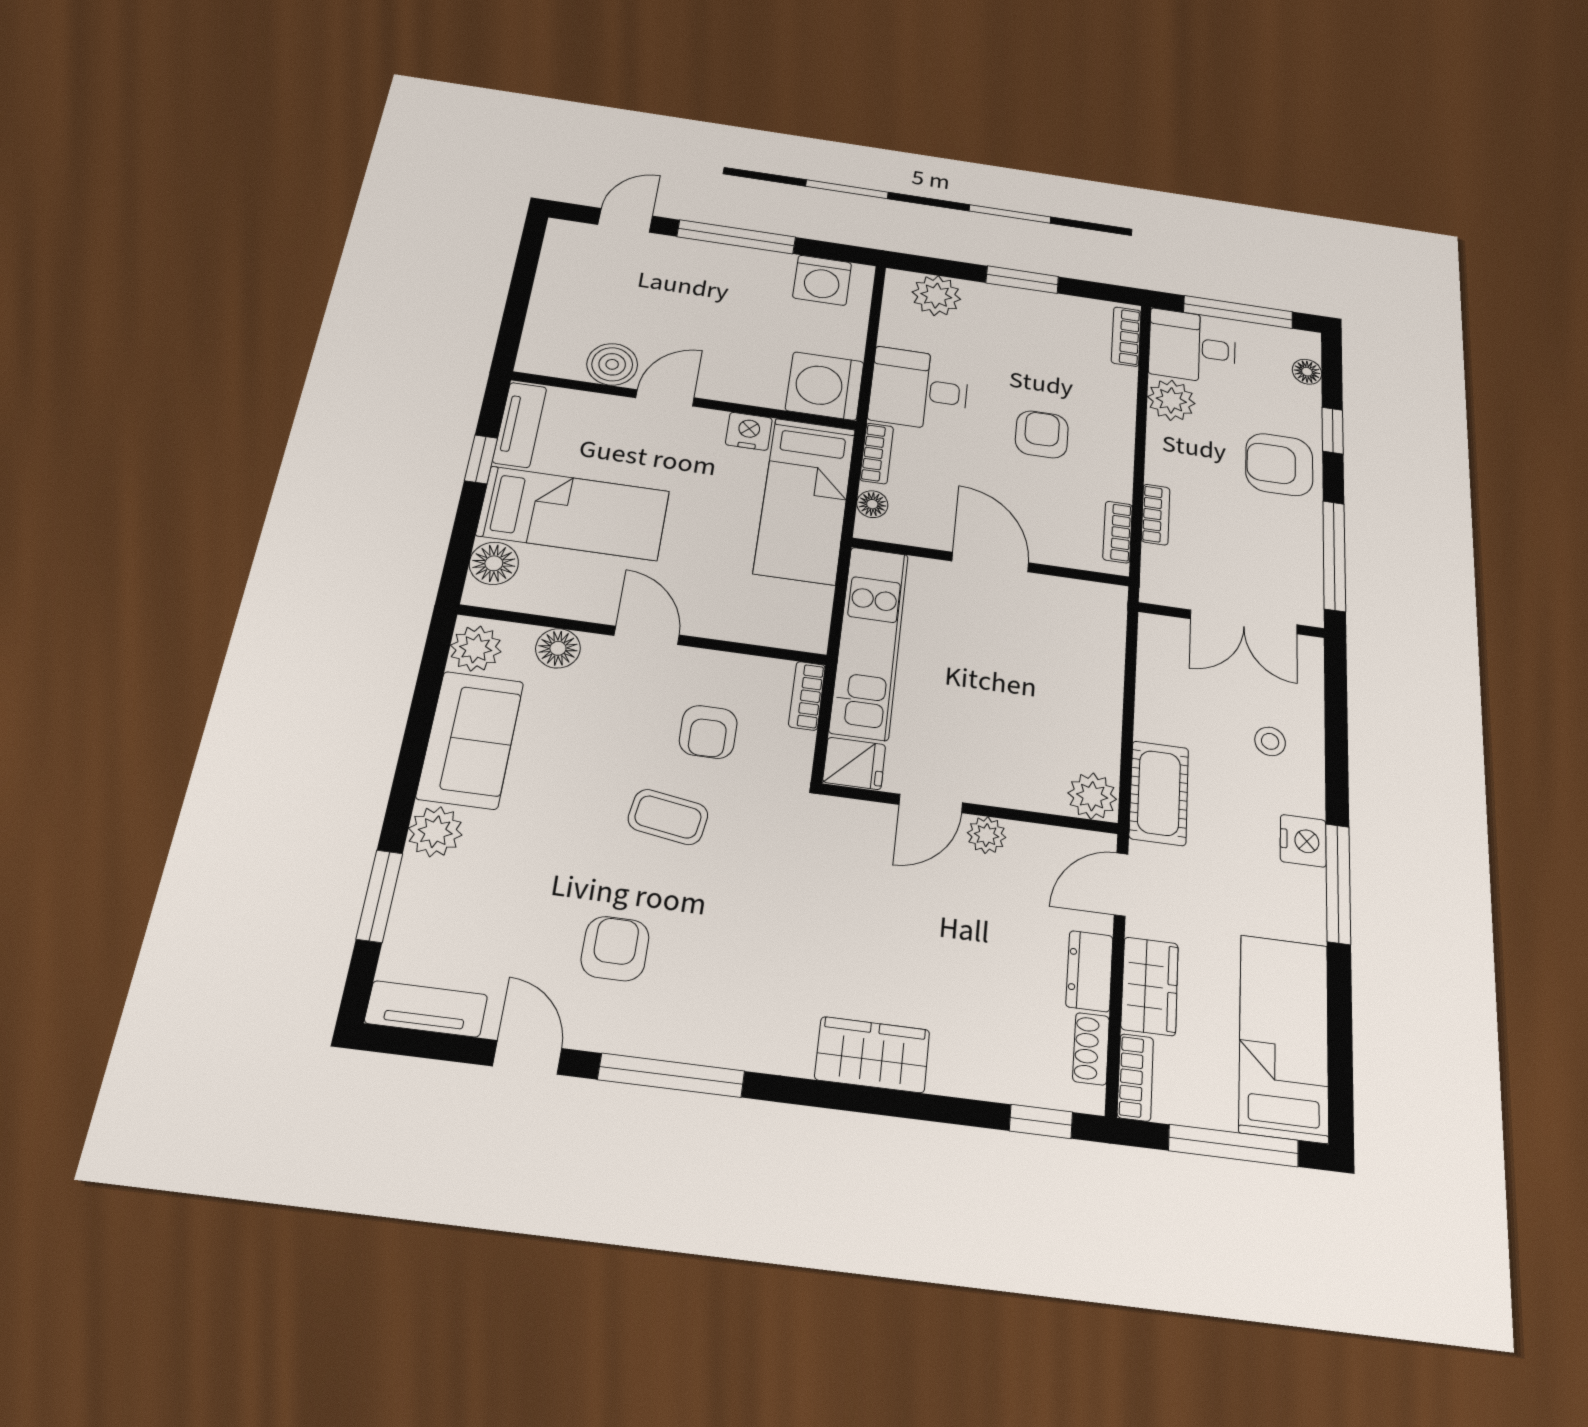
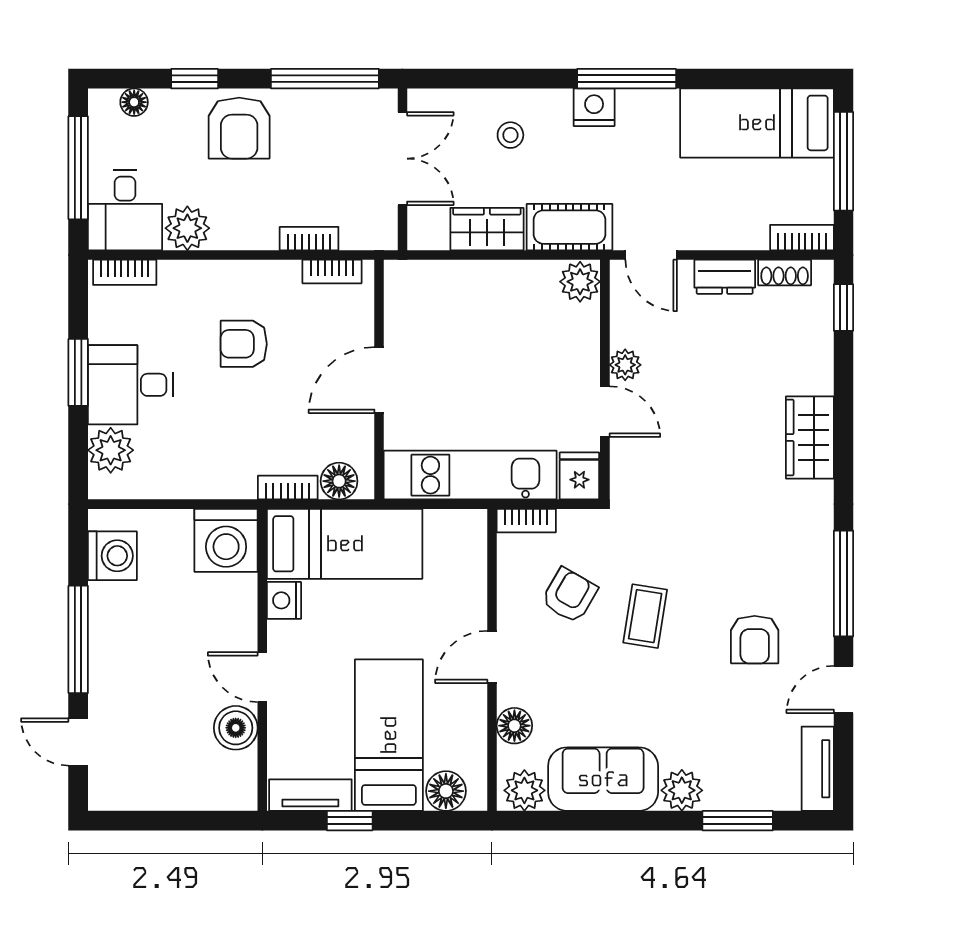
desk: (919, 389) -> (131, 385), moved, turned 90
floor lamp: (872, 504) -> (339, 481), width x1.37, depth x1.37
armchair: (708, 732) -> (569, 595), turned -60
armchair: (615, 949) -> (755, 640), turned -90
wardrobe: (1150, 986) -> (487, 229), moved

